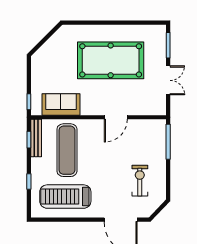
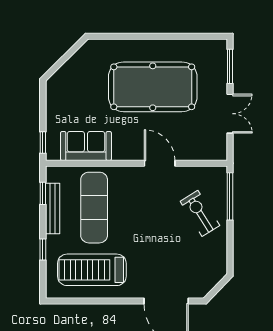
door: (116, 117) -> (160, 163), swing flipped
bench: (36, 138) -> (53, 208), moved
exercise bike: (140, 181) -> (200, 213), moved, turned -32

